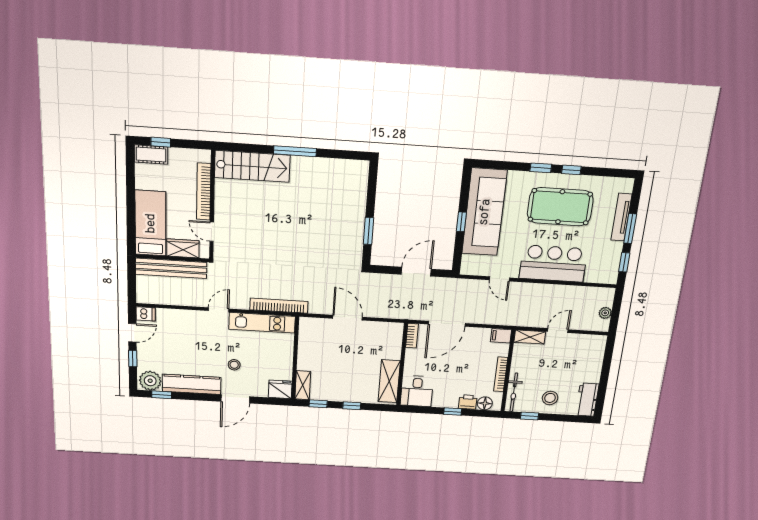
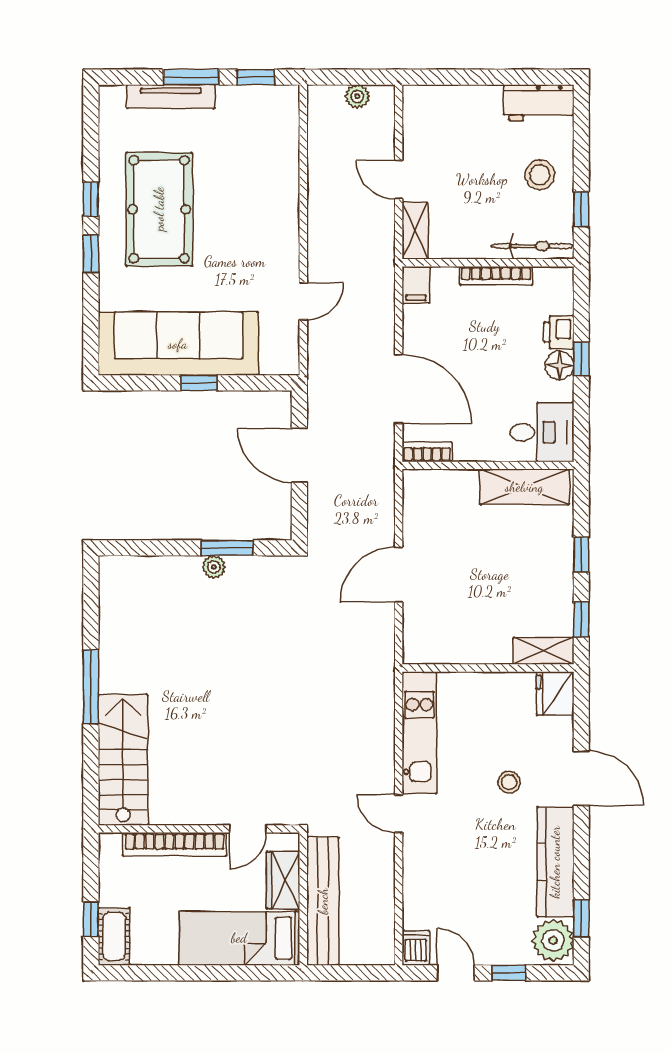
plant: (359, 223) -> (214, 567), added
bar counter: (553, 264) -> (267, 207), removed
bookcase: (279, 306) -> (383, 703), removed
floor lamp: (485, 403) -> (560, 365), moved

